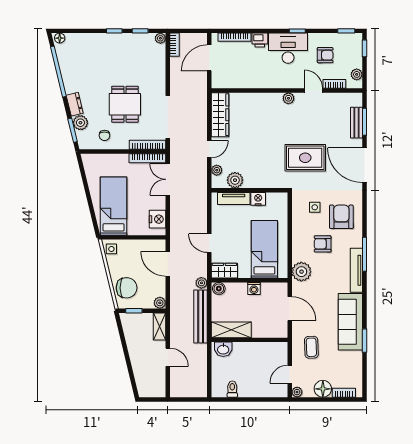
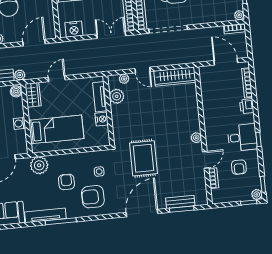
desk: (288, 48) -> (242, 137), width x0.73
plant: (357, 74) -> (257, 194), moved
armchair: (341, 217) -> (93, 197), turned 180

